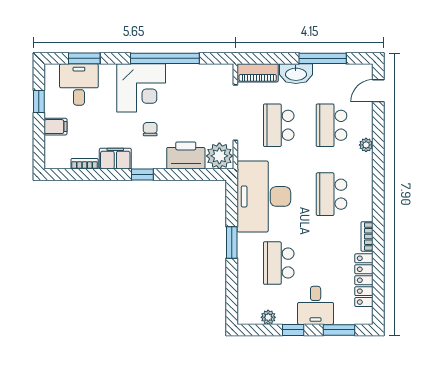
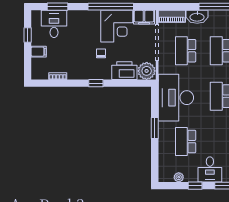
corner desk: (141, 88) -> (117, 26), moved
filing cabinet: (115, 159) -> (144, 17), moved, turned 180

